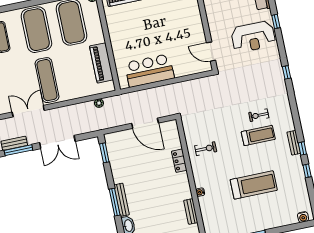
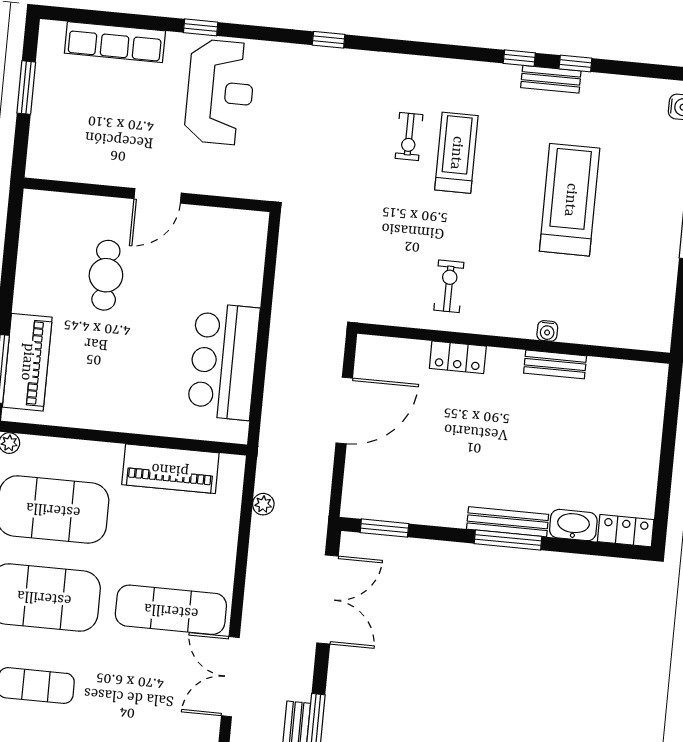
cafe table: (169, 15) -> (106, 275), added
door: (211, 52) -> (158, 196), moved
double door: (57, 142) -> (327, 599), moved
bench: (294, 143) -> (551, 79), moved
bench: (191, 211) -> (555, 364), moved

